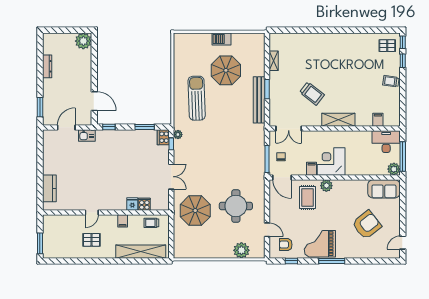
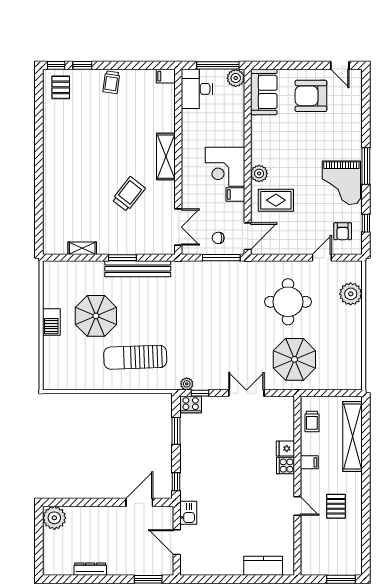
filing cabinet: (378, 120) -> (166, 76), moved
cooker: (144, 204) -> (285, 466), moved
armchair: (367, 225) -> (311, 96), moved, turned -52

